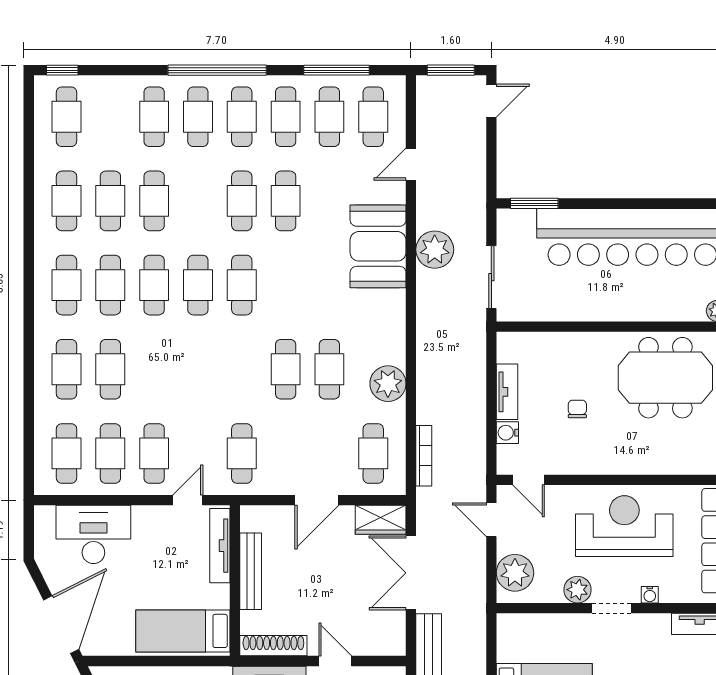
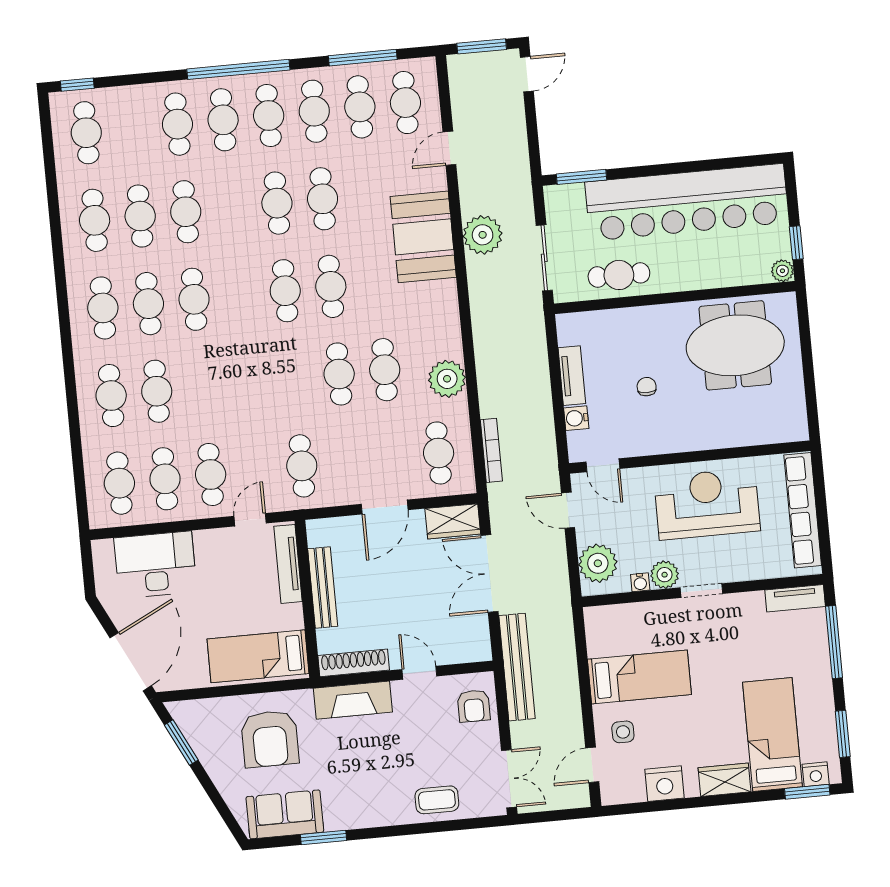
cafe table: (198, 285) -> (331, 286), moved
cafe table: (561, 300) -> (619, 275), added
water cooler: (650, 595) -> (640, 582), moved

